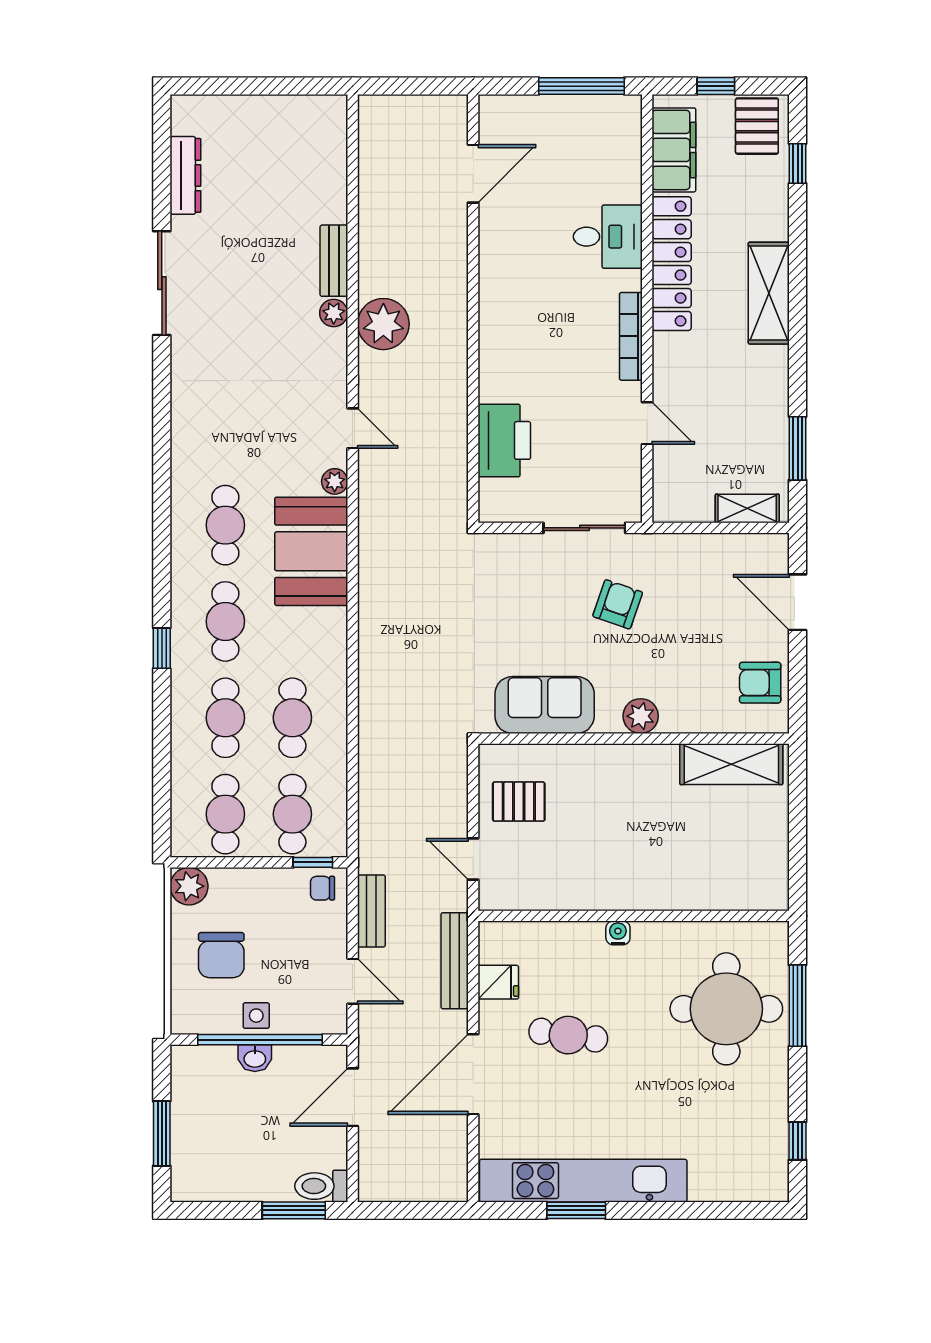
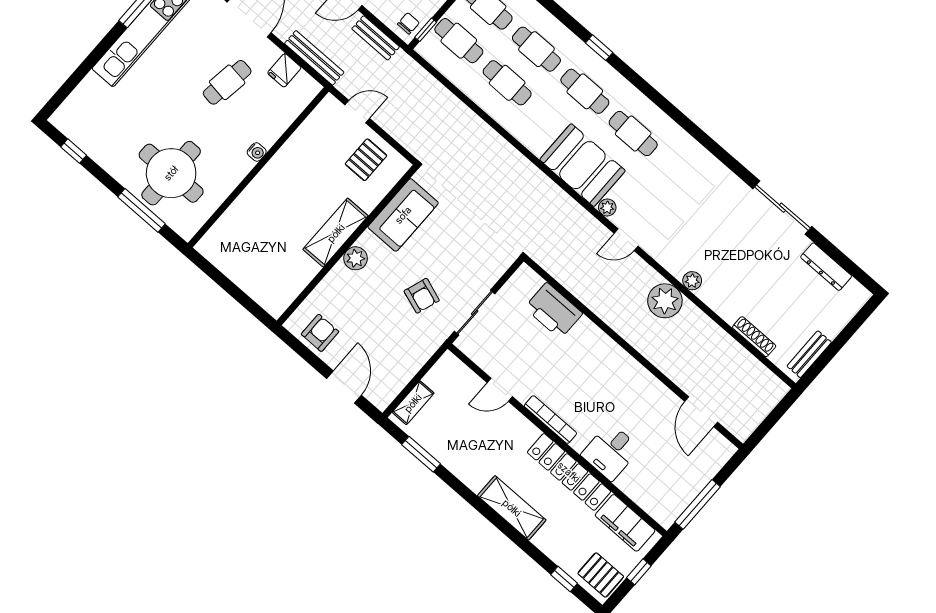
shoe rack: (336, 188) -> (754, 337), added
bench: (334, 261) -> (809, 354), moved, turned 90
door: (798, 602) -> (344, 387), hinge flipped
shelving: (731, 764) -> (336, 233), moved

